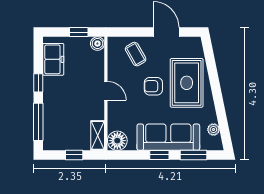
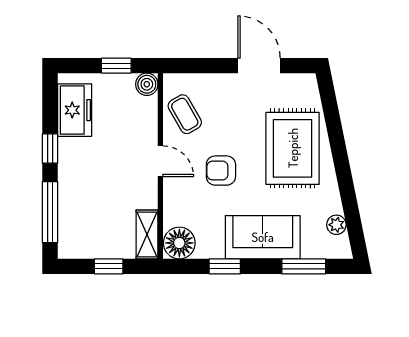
coffee table: (136, 54) -> (185, 114), moved
armchair: (153, 86) -> (221, 171), moved
sofa: (168, 137) -> (263, 237), width x0.73
window: (159, 155) -> (225, 266), moved

